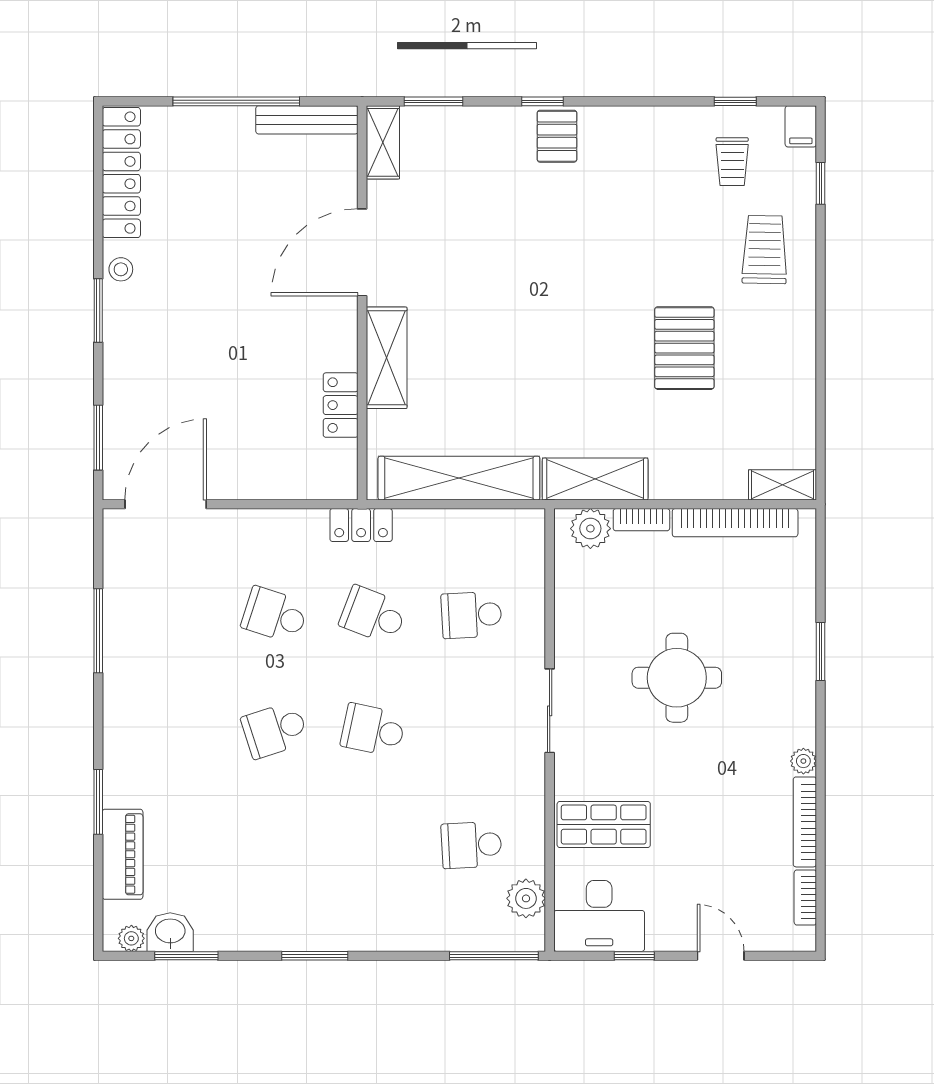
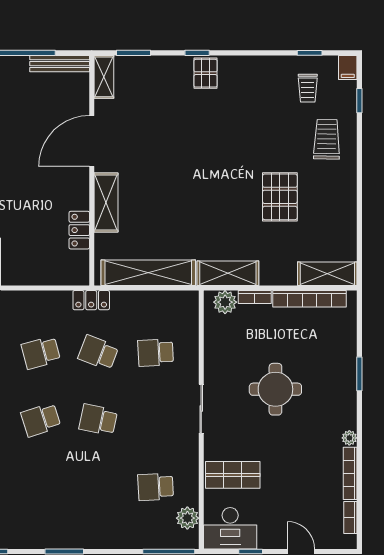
shelving: (783, 485) -> (327, 274), width x1.50, depth x1.33
school desk: (275, 615) -> (41, 353), turned -33

